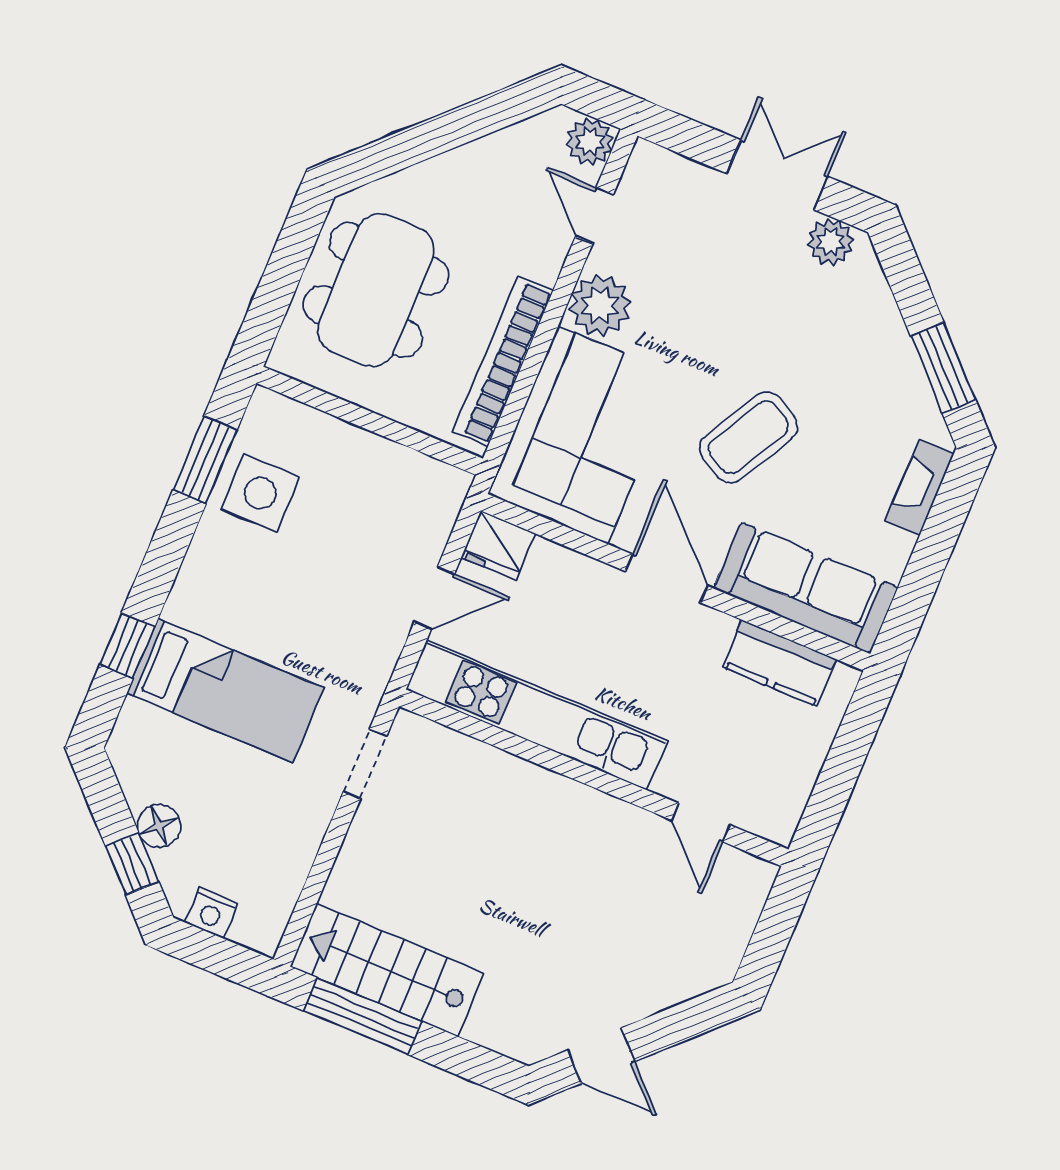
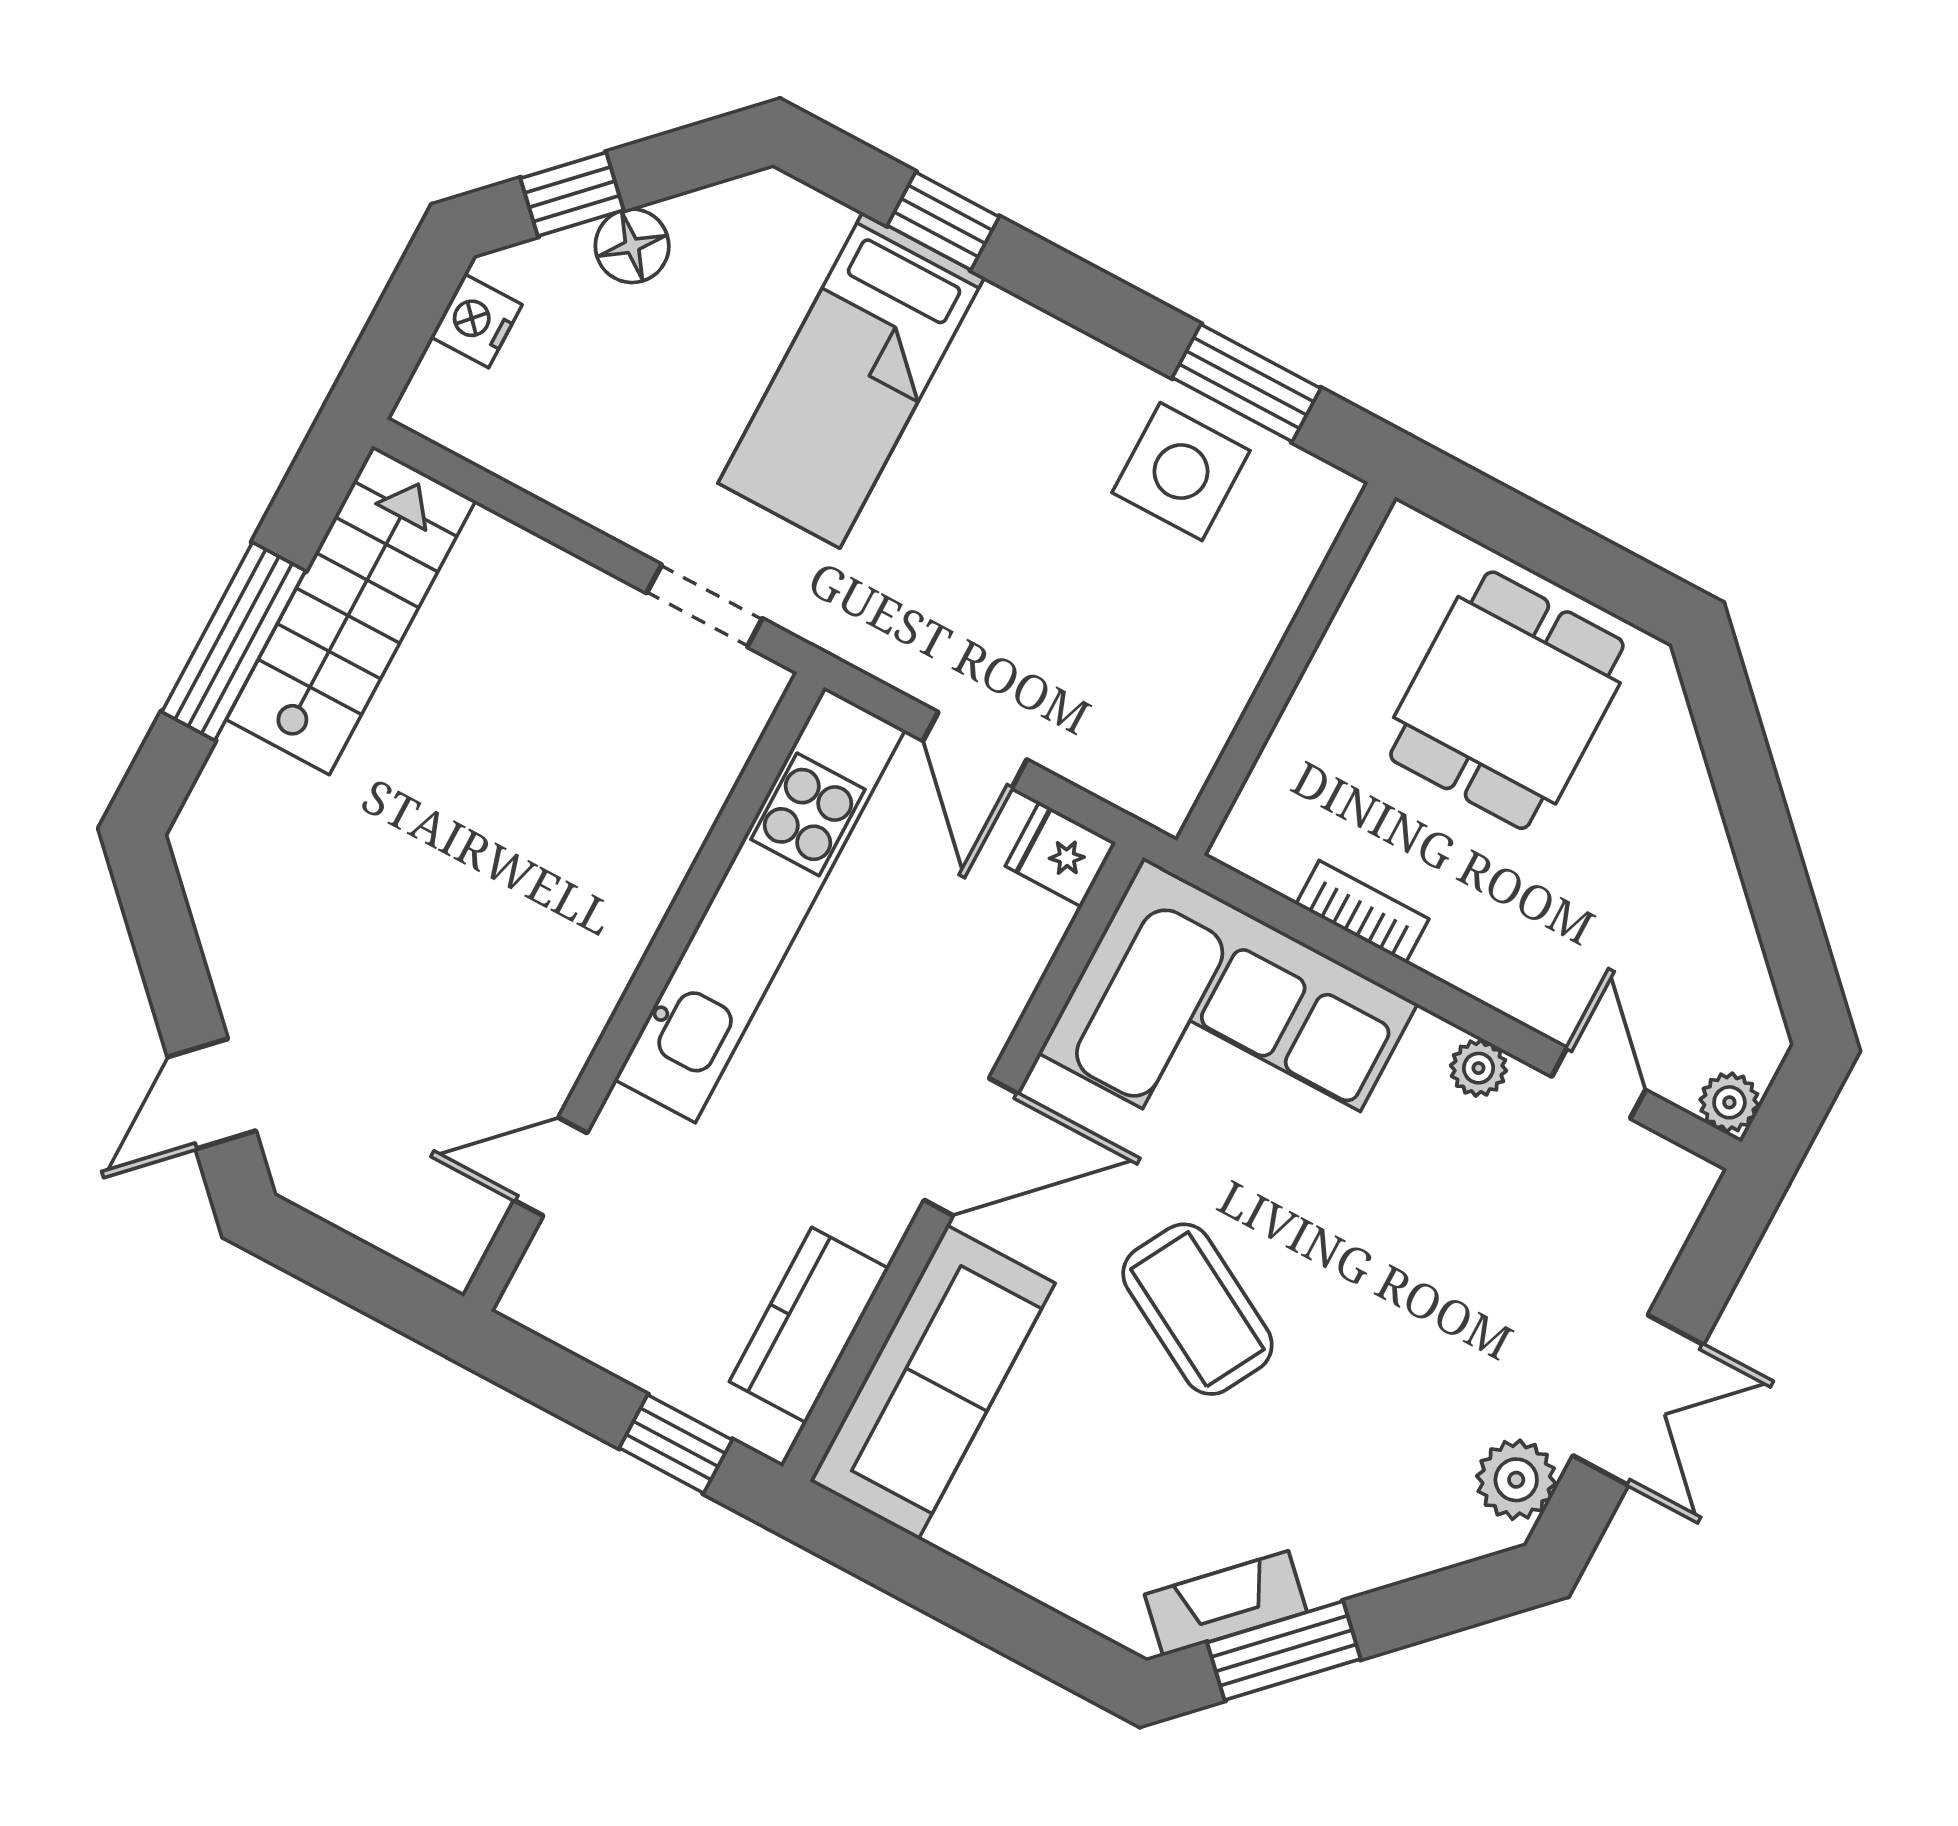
plant: (590, 142) -> (1729, 1102), width x0.73, depth x0.73
door: (594, 215) -> (1599, 1083), hinge flipped
dining table: (376, 290) -> (1507, 700), width x0.73
plant: (600, 305) -> (1478, 1068), width x0.53, depth x0.53
bookcase: (503, 361) -> (1362, 912), width x0.43, depth x0.76
fireplace: (920, 487) -> (1226, 1603), moved, turned -45
fridge: (498, 545) -> (1061, 854), width x0.72
window: (856, 734) -> (676, 1444), added
window: (363, 1016) -> (234, 641), moved
door: (601, 1056) -> (212, 1094), moved

